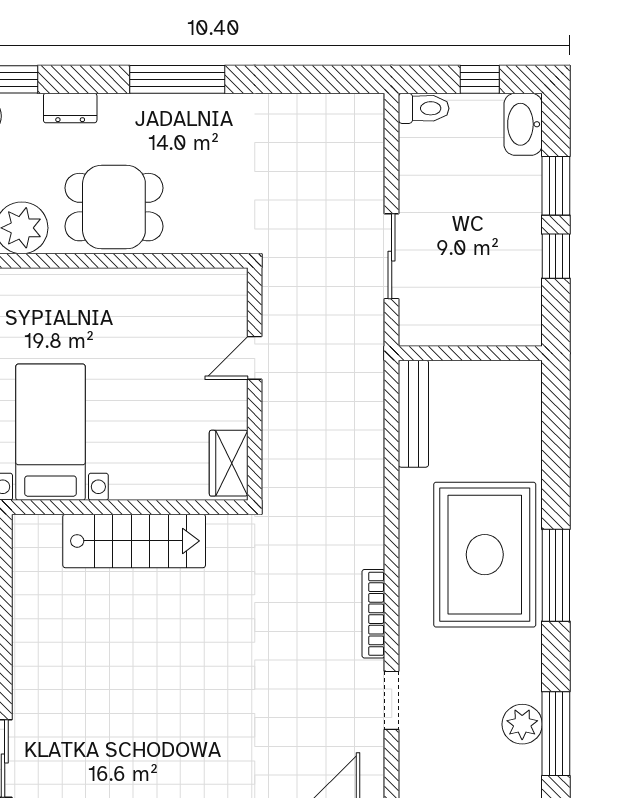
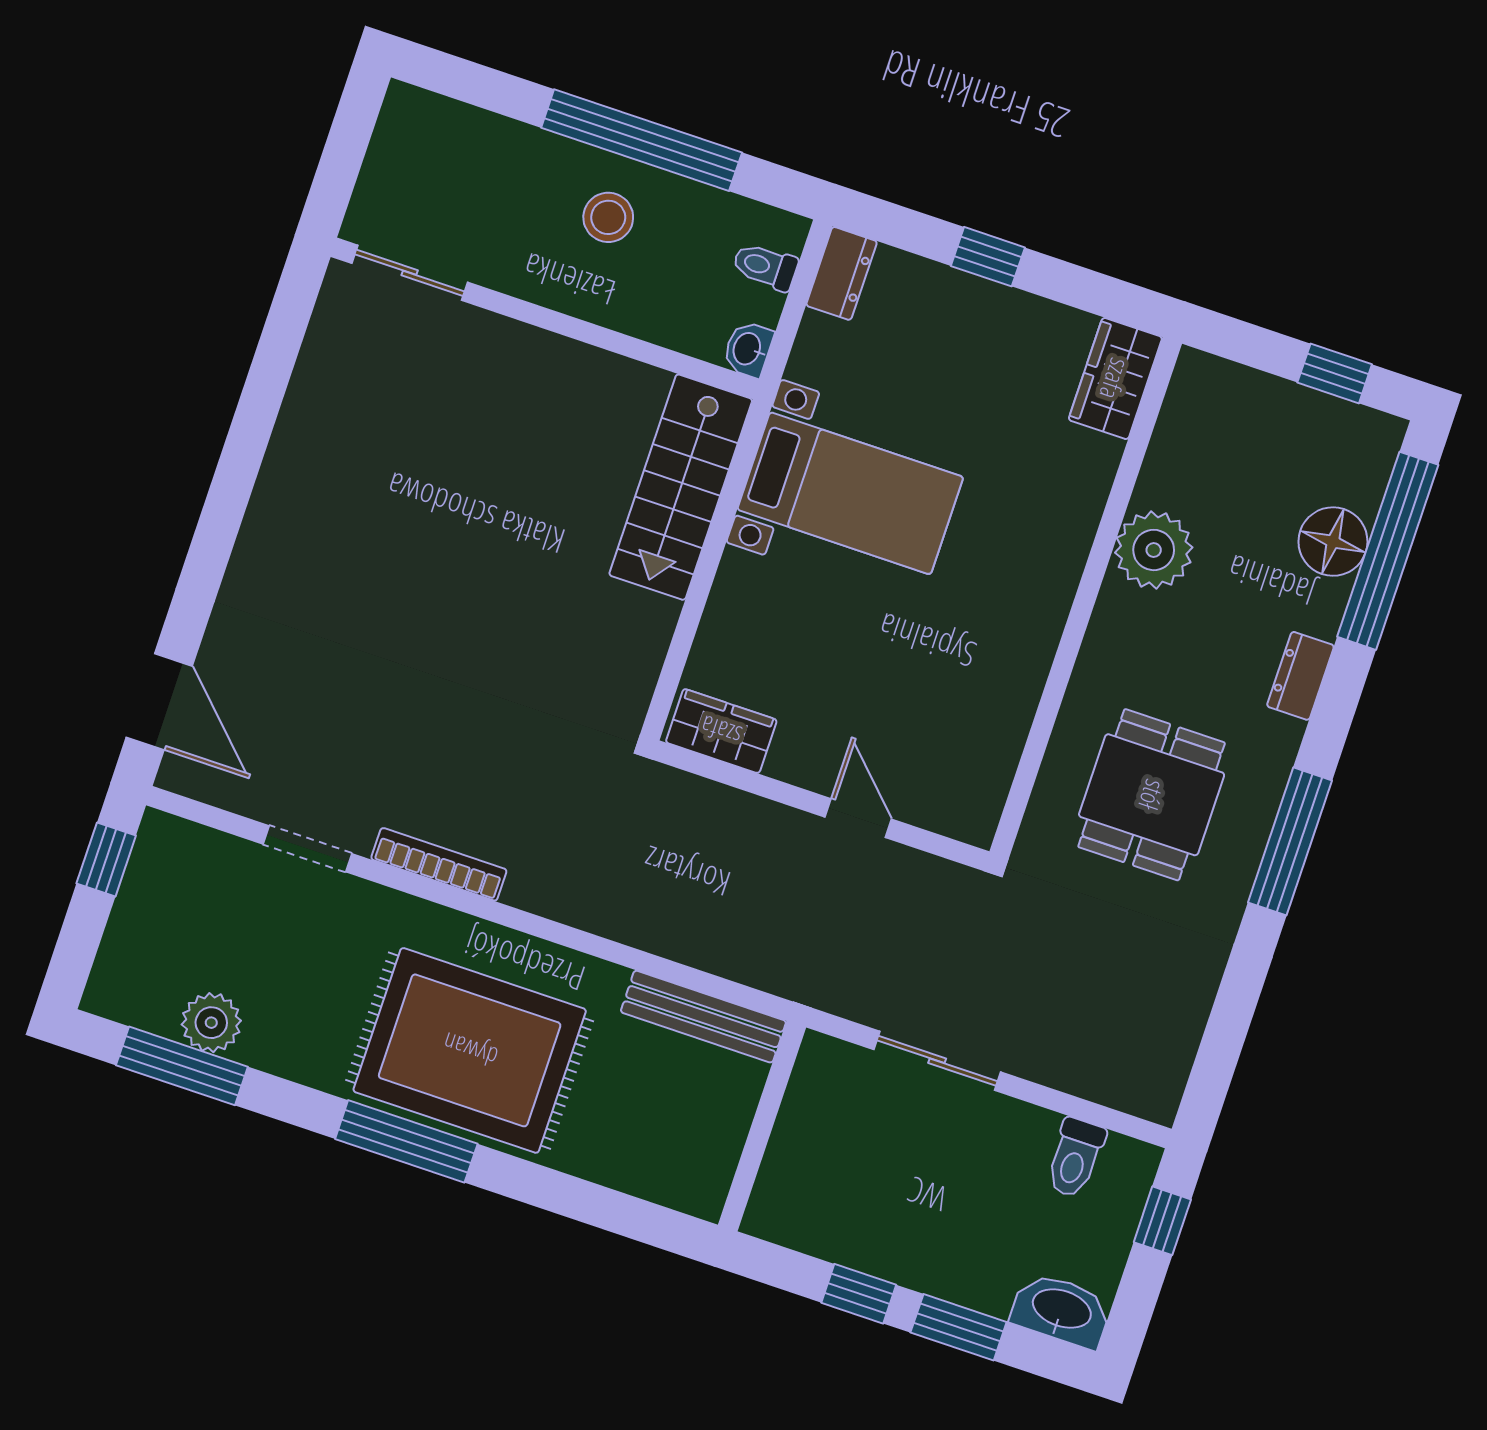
window: (480, 79) -> (1162, 1221), moved
toilet: (424, 108) -> (1075, 1158), moved
dining table: (114, 207) -> (1152, 795), moved
stairs: (134, 541) -> (681, 487), moved

